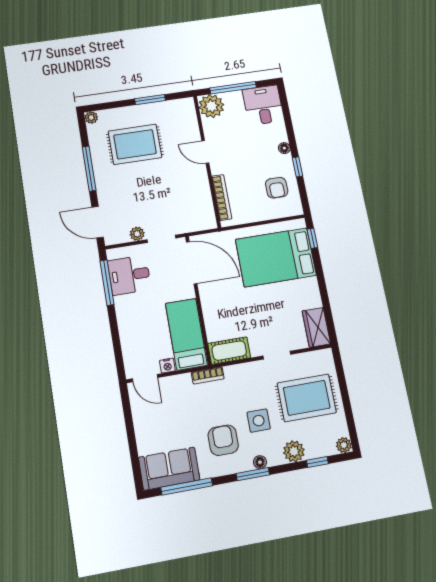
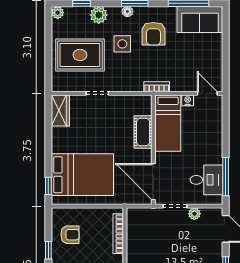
armchair: (277, 188) -> (70, 235), turned 90
cot: (229, 351) -> (143, 132), moved, turned 90

